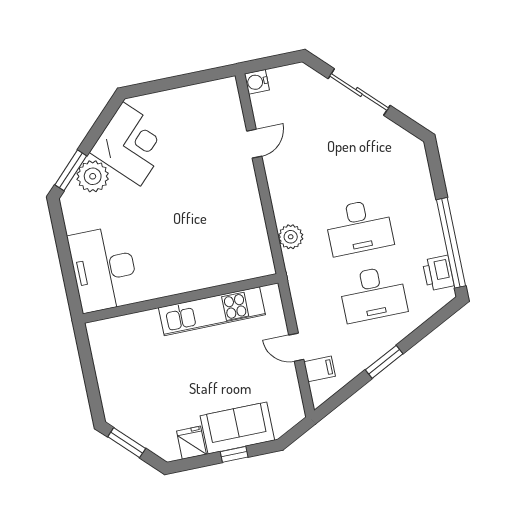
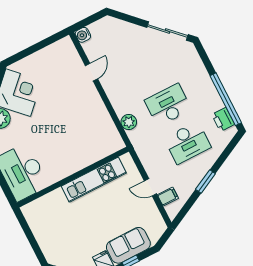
sliding door: (359, 92) -> (167, 31), moved
desk: (359, 227) -> (168, 105), turned 180

